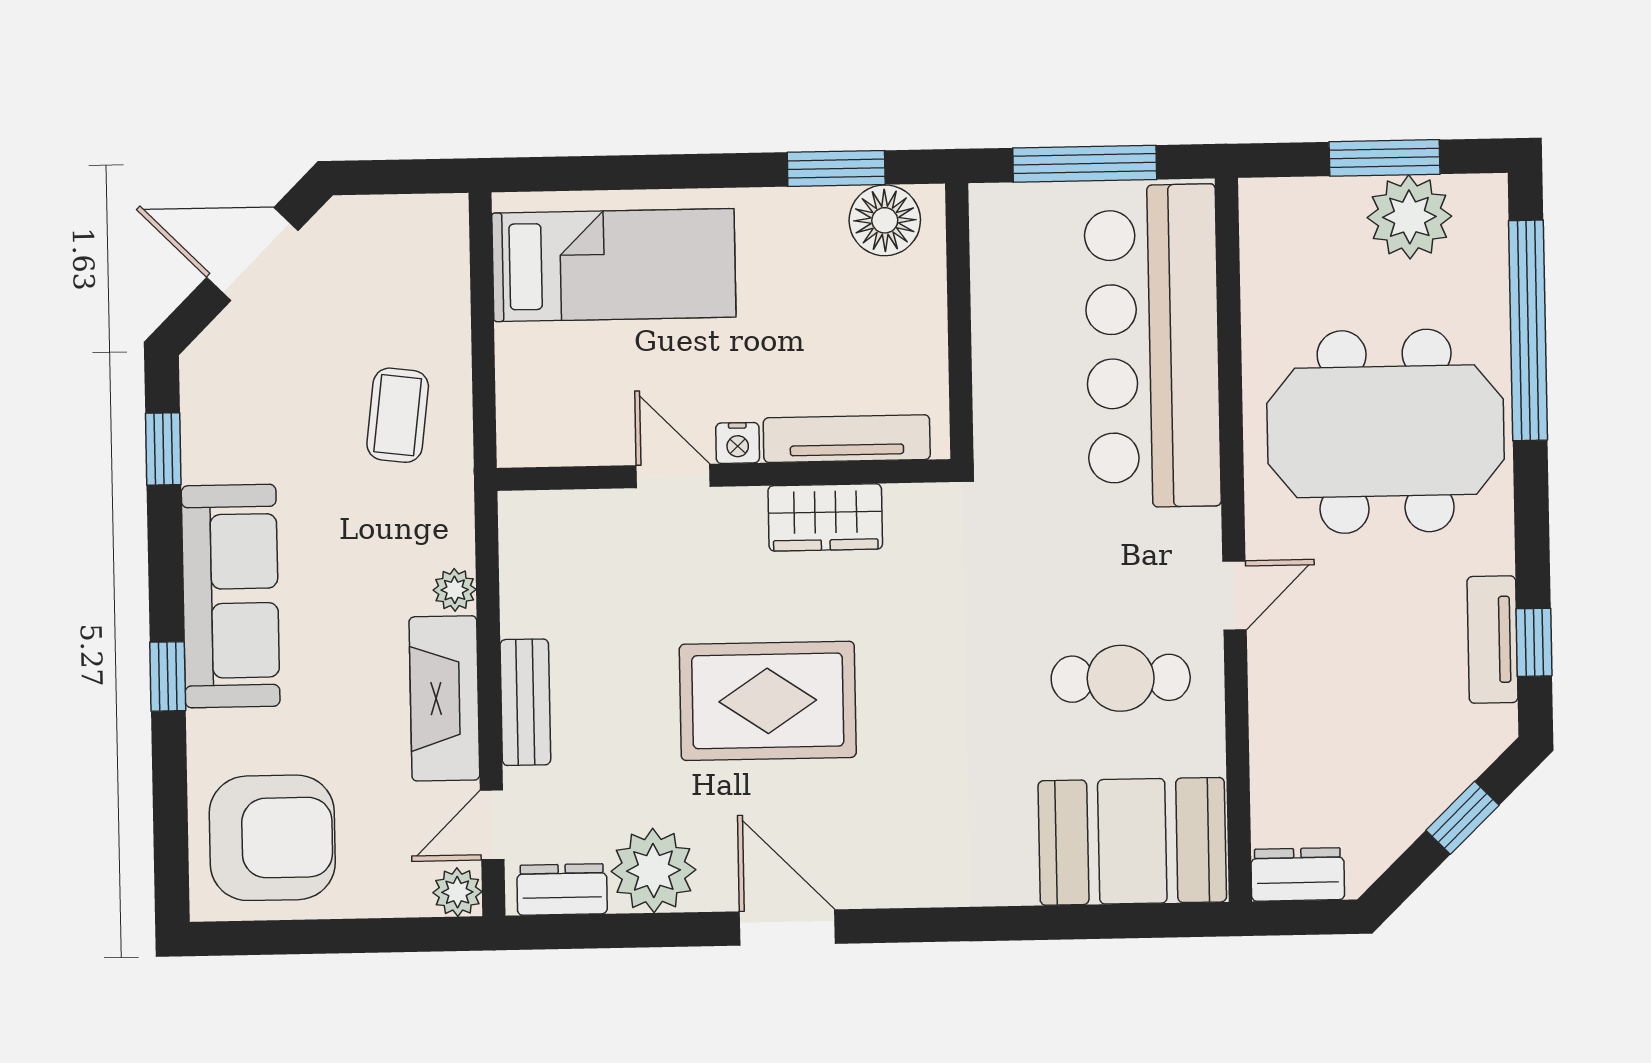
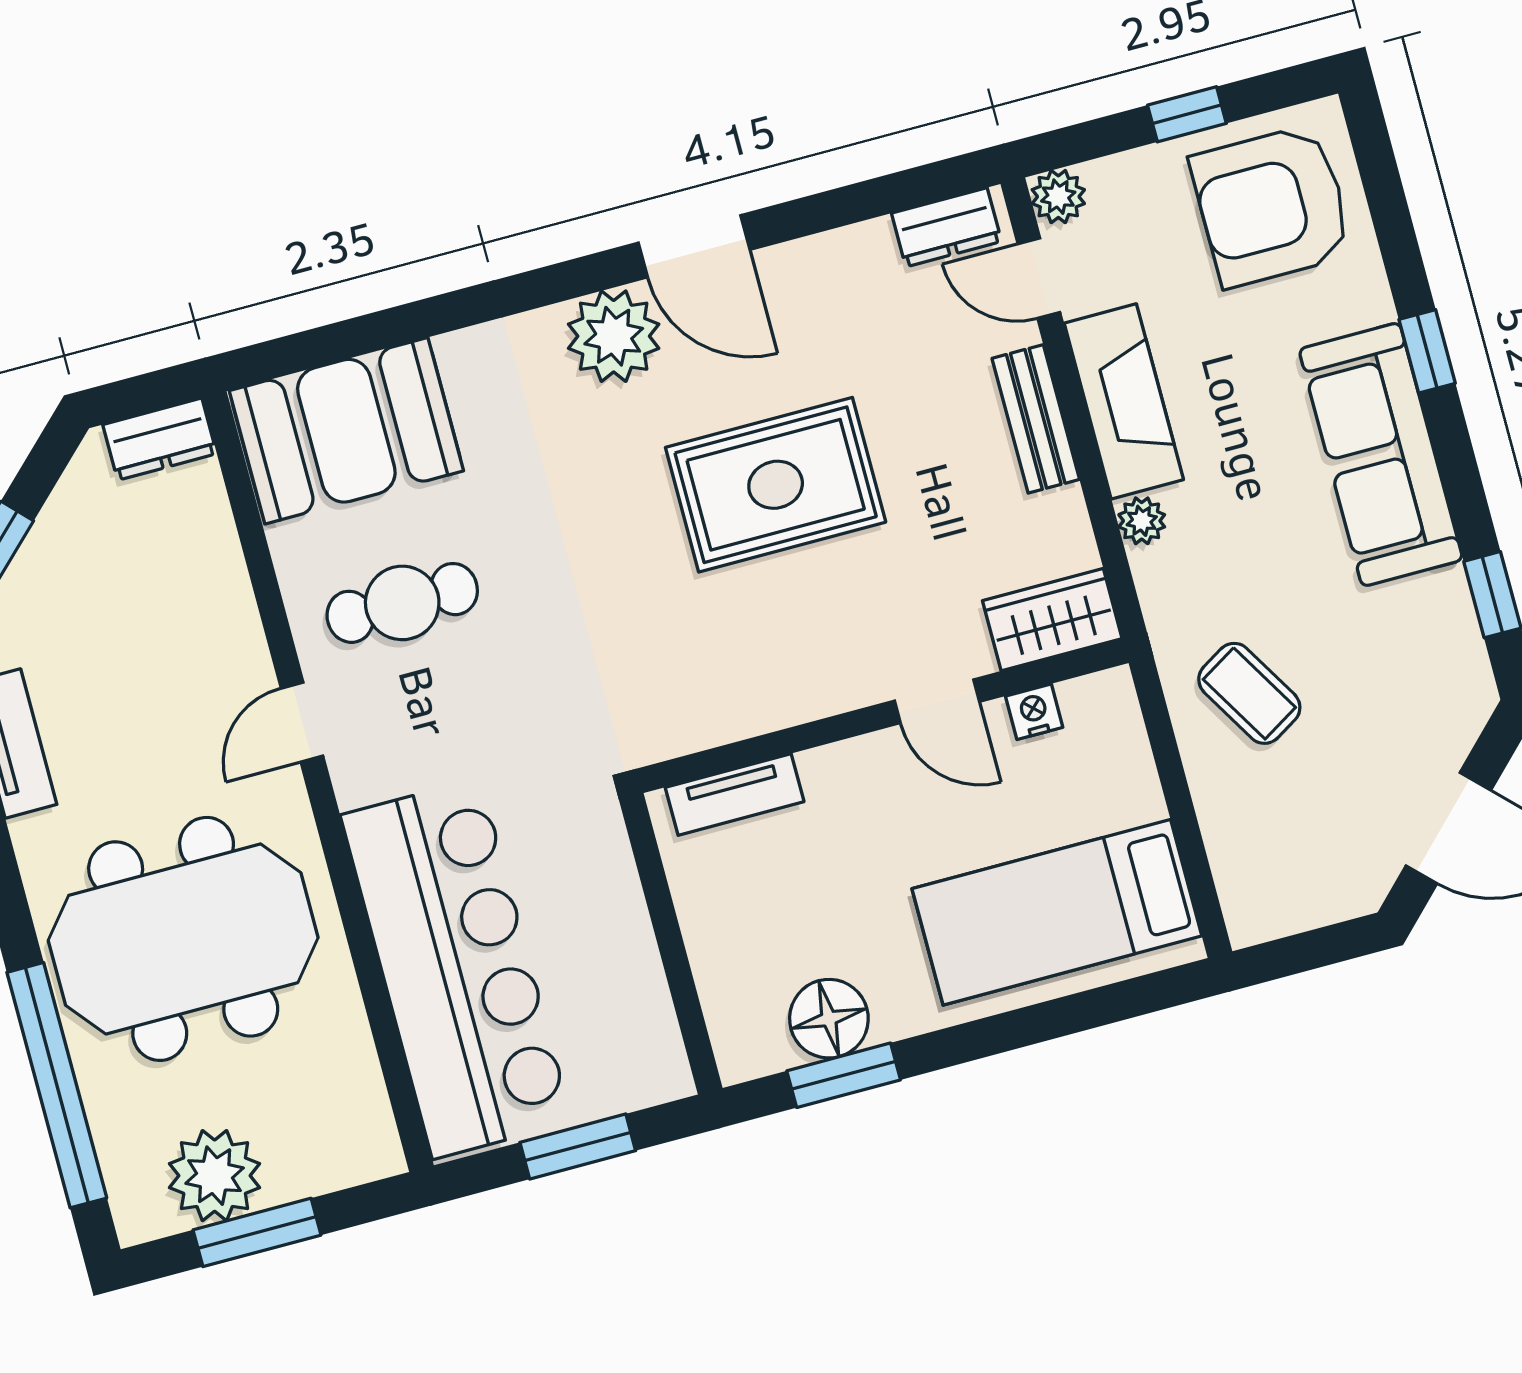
window: (1085, 164) -> (578, 1146), width x0.69
floor lamp: (885, 220) -> (829, 1019), moved
coffee table: (398, 415) -> (1249, 693), turned -38
tv unit: (847, 439) -> (735, 795), width x0.71
nightstand: (738, 443) -> (1034, 712), moved
wardrobe: (825, 517) -> (1052, 620), moved
door: (492, 825) -> (1039, 278), swing flipped
plant: (653, 871) -> (614, 336), moved
window: (327, 936) -> (1187, 114), added

